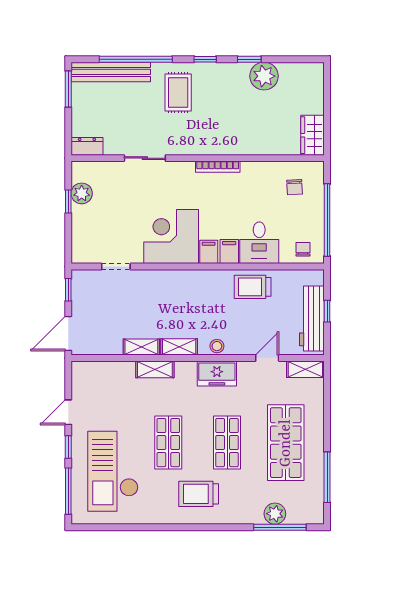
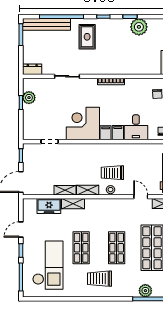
trolley: (253, 287) -> (112, 173), moved
door: (267, 358) -> (141, 197), hinge flipped
freezer: (217, 373) -> (49, 206), moved
checkout: (113, 471) -> (48, 265), turned 180

